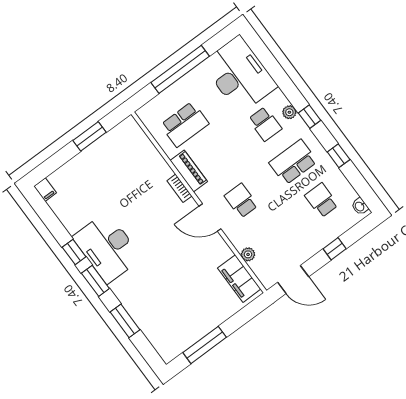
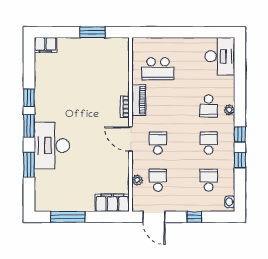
window: (180, 69) -> (181, 32), removed
desk: (240, 75) -> (220, 56), width x0.73, depth x0.77
window: (309, 117) -> (240, 134), moved
school desk: (293, 162) -> (209, 143), width x0.54
filing cabinet: (45, 190) -> (45, 45), width x2.00
school desk: (269, 239) -> (158, 180), added
desk: (107, 248) -> (52, 146), moved
filing cabinet: (239, 279) -> (112, 203), moved, turned 90

